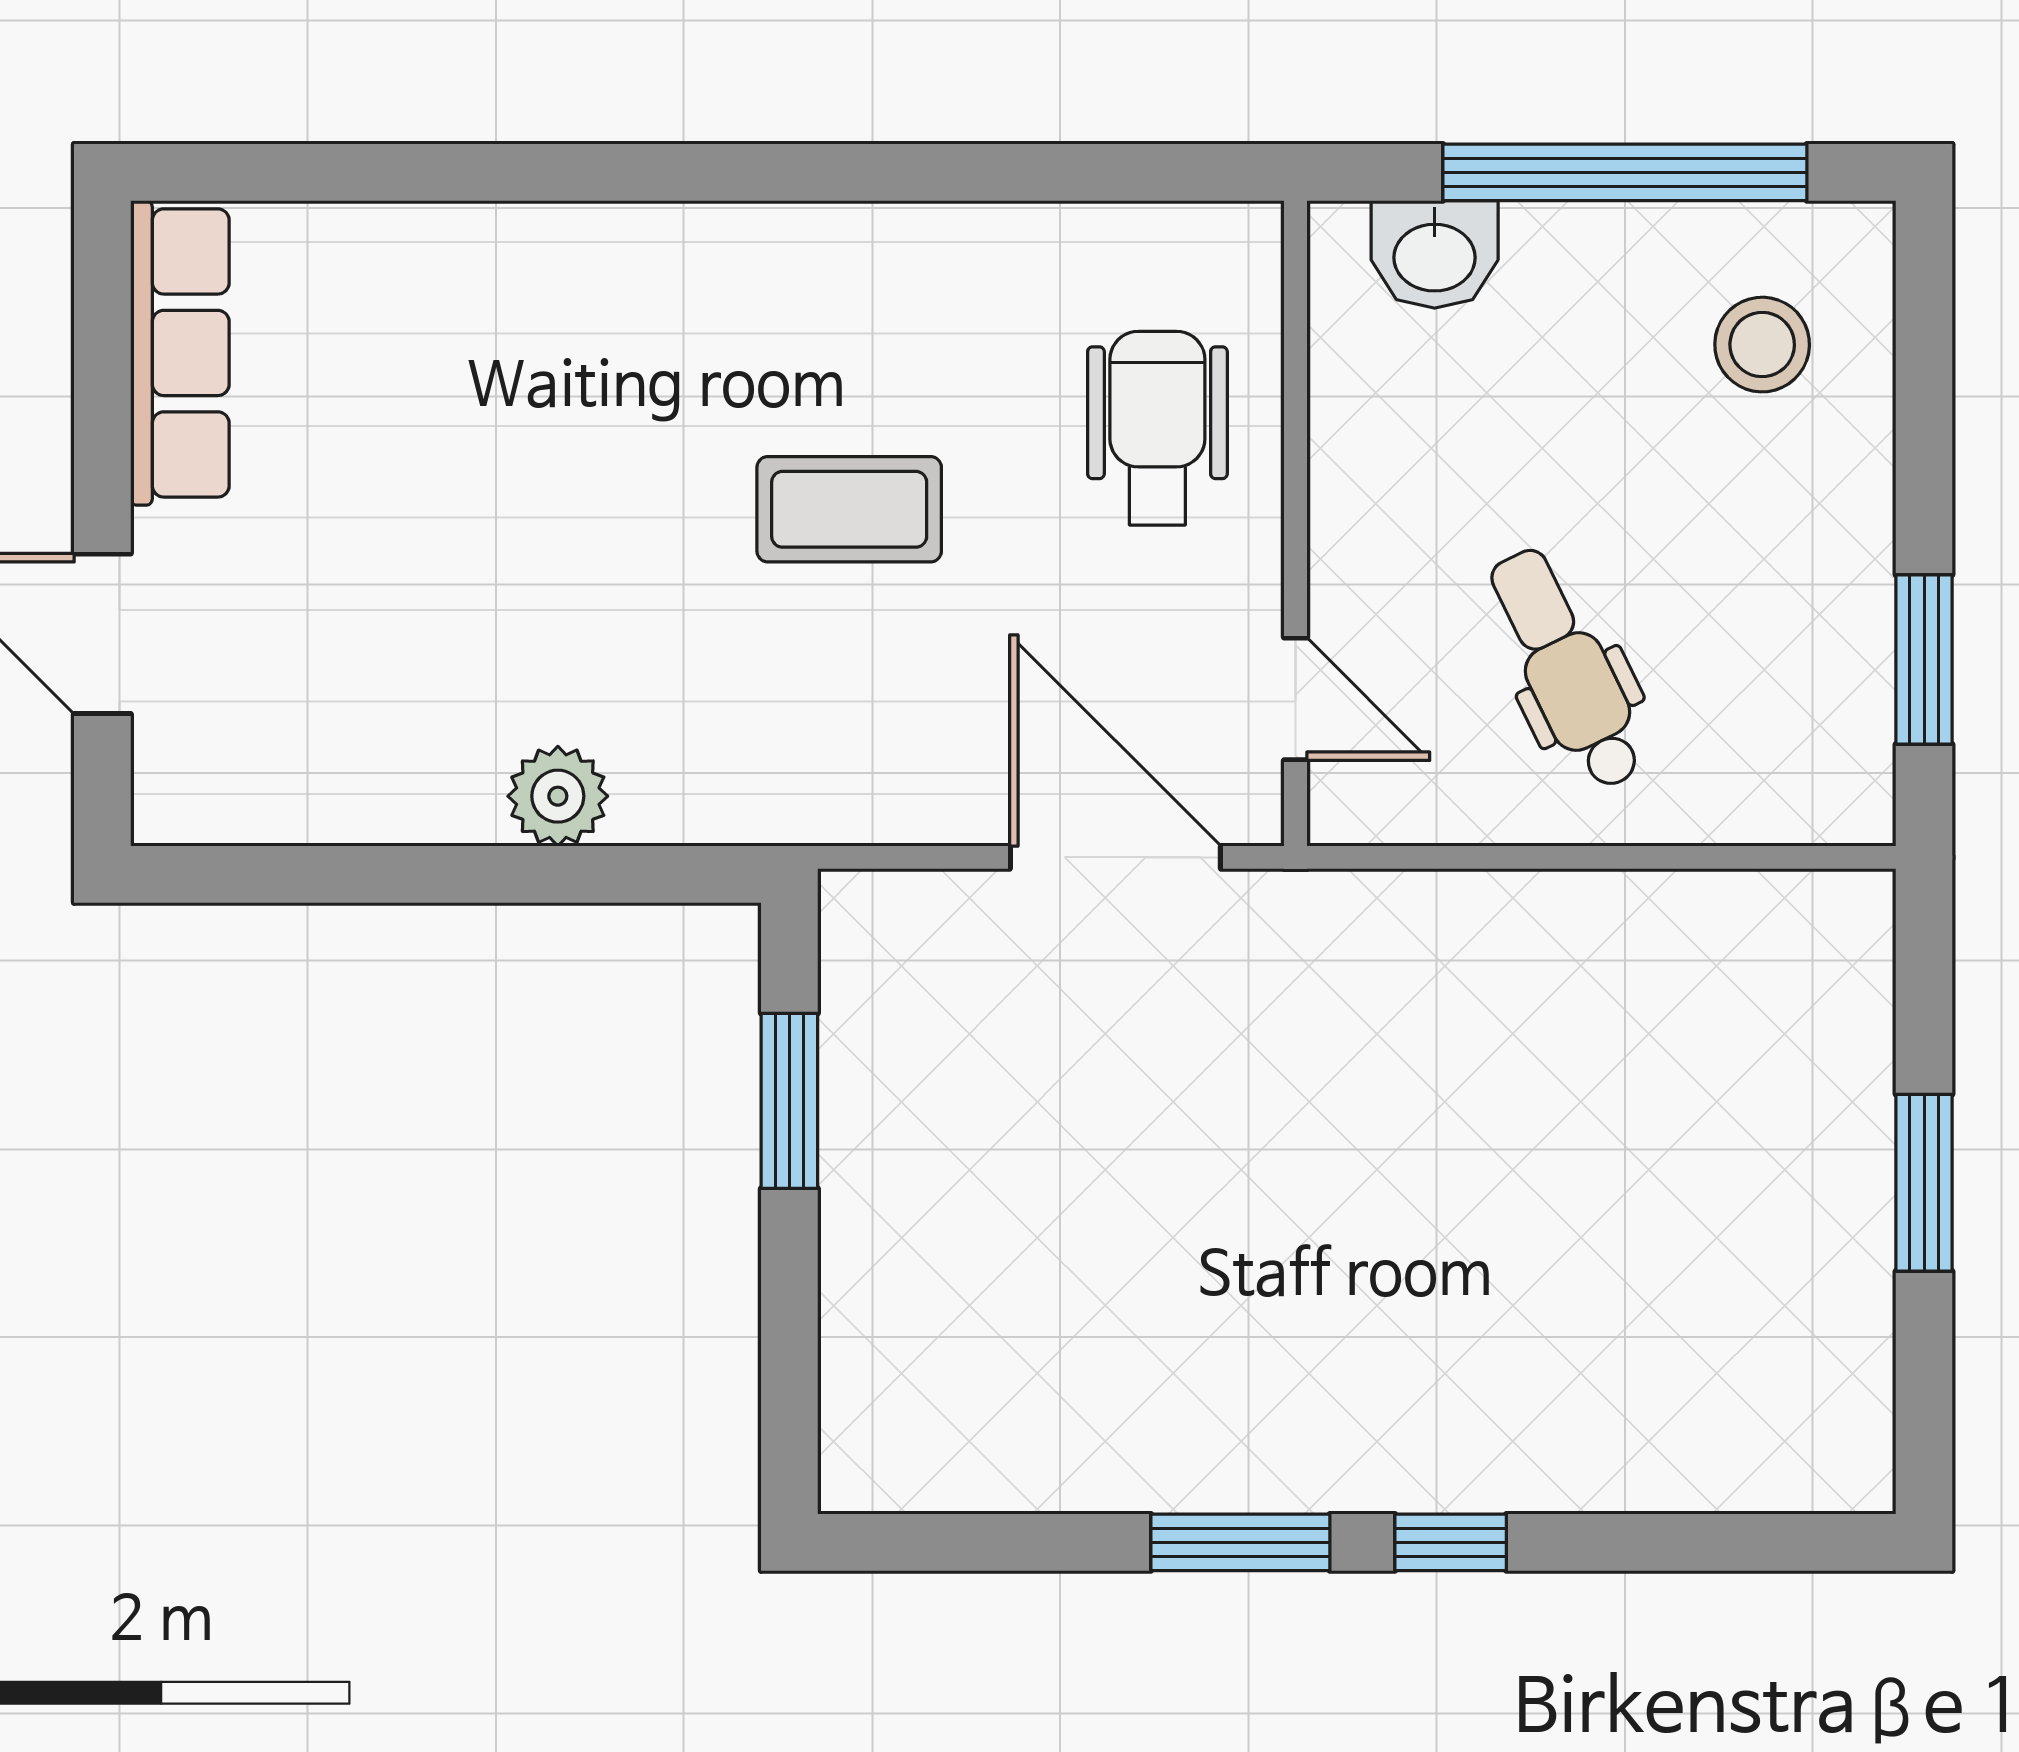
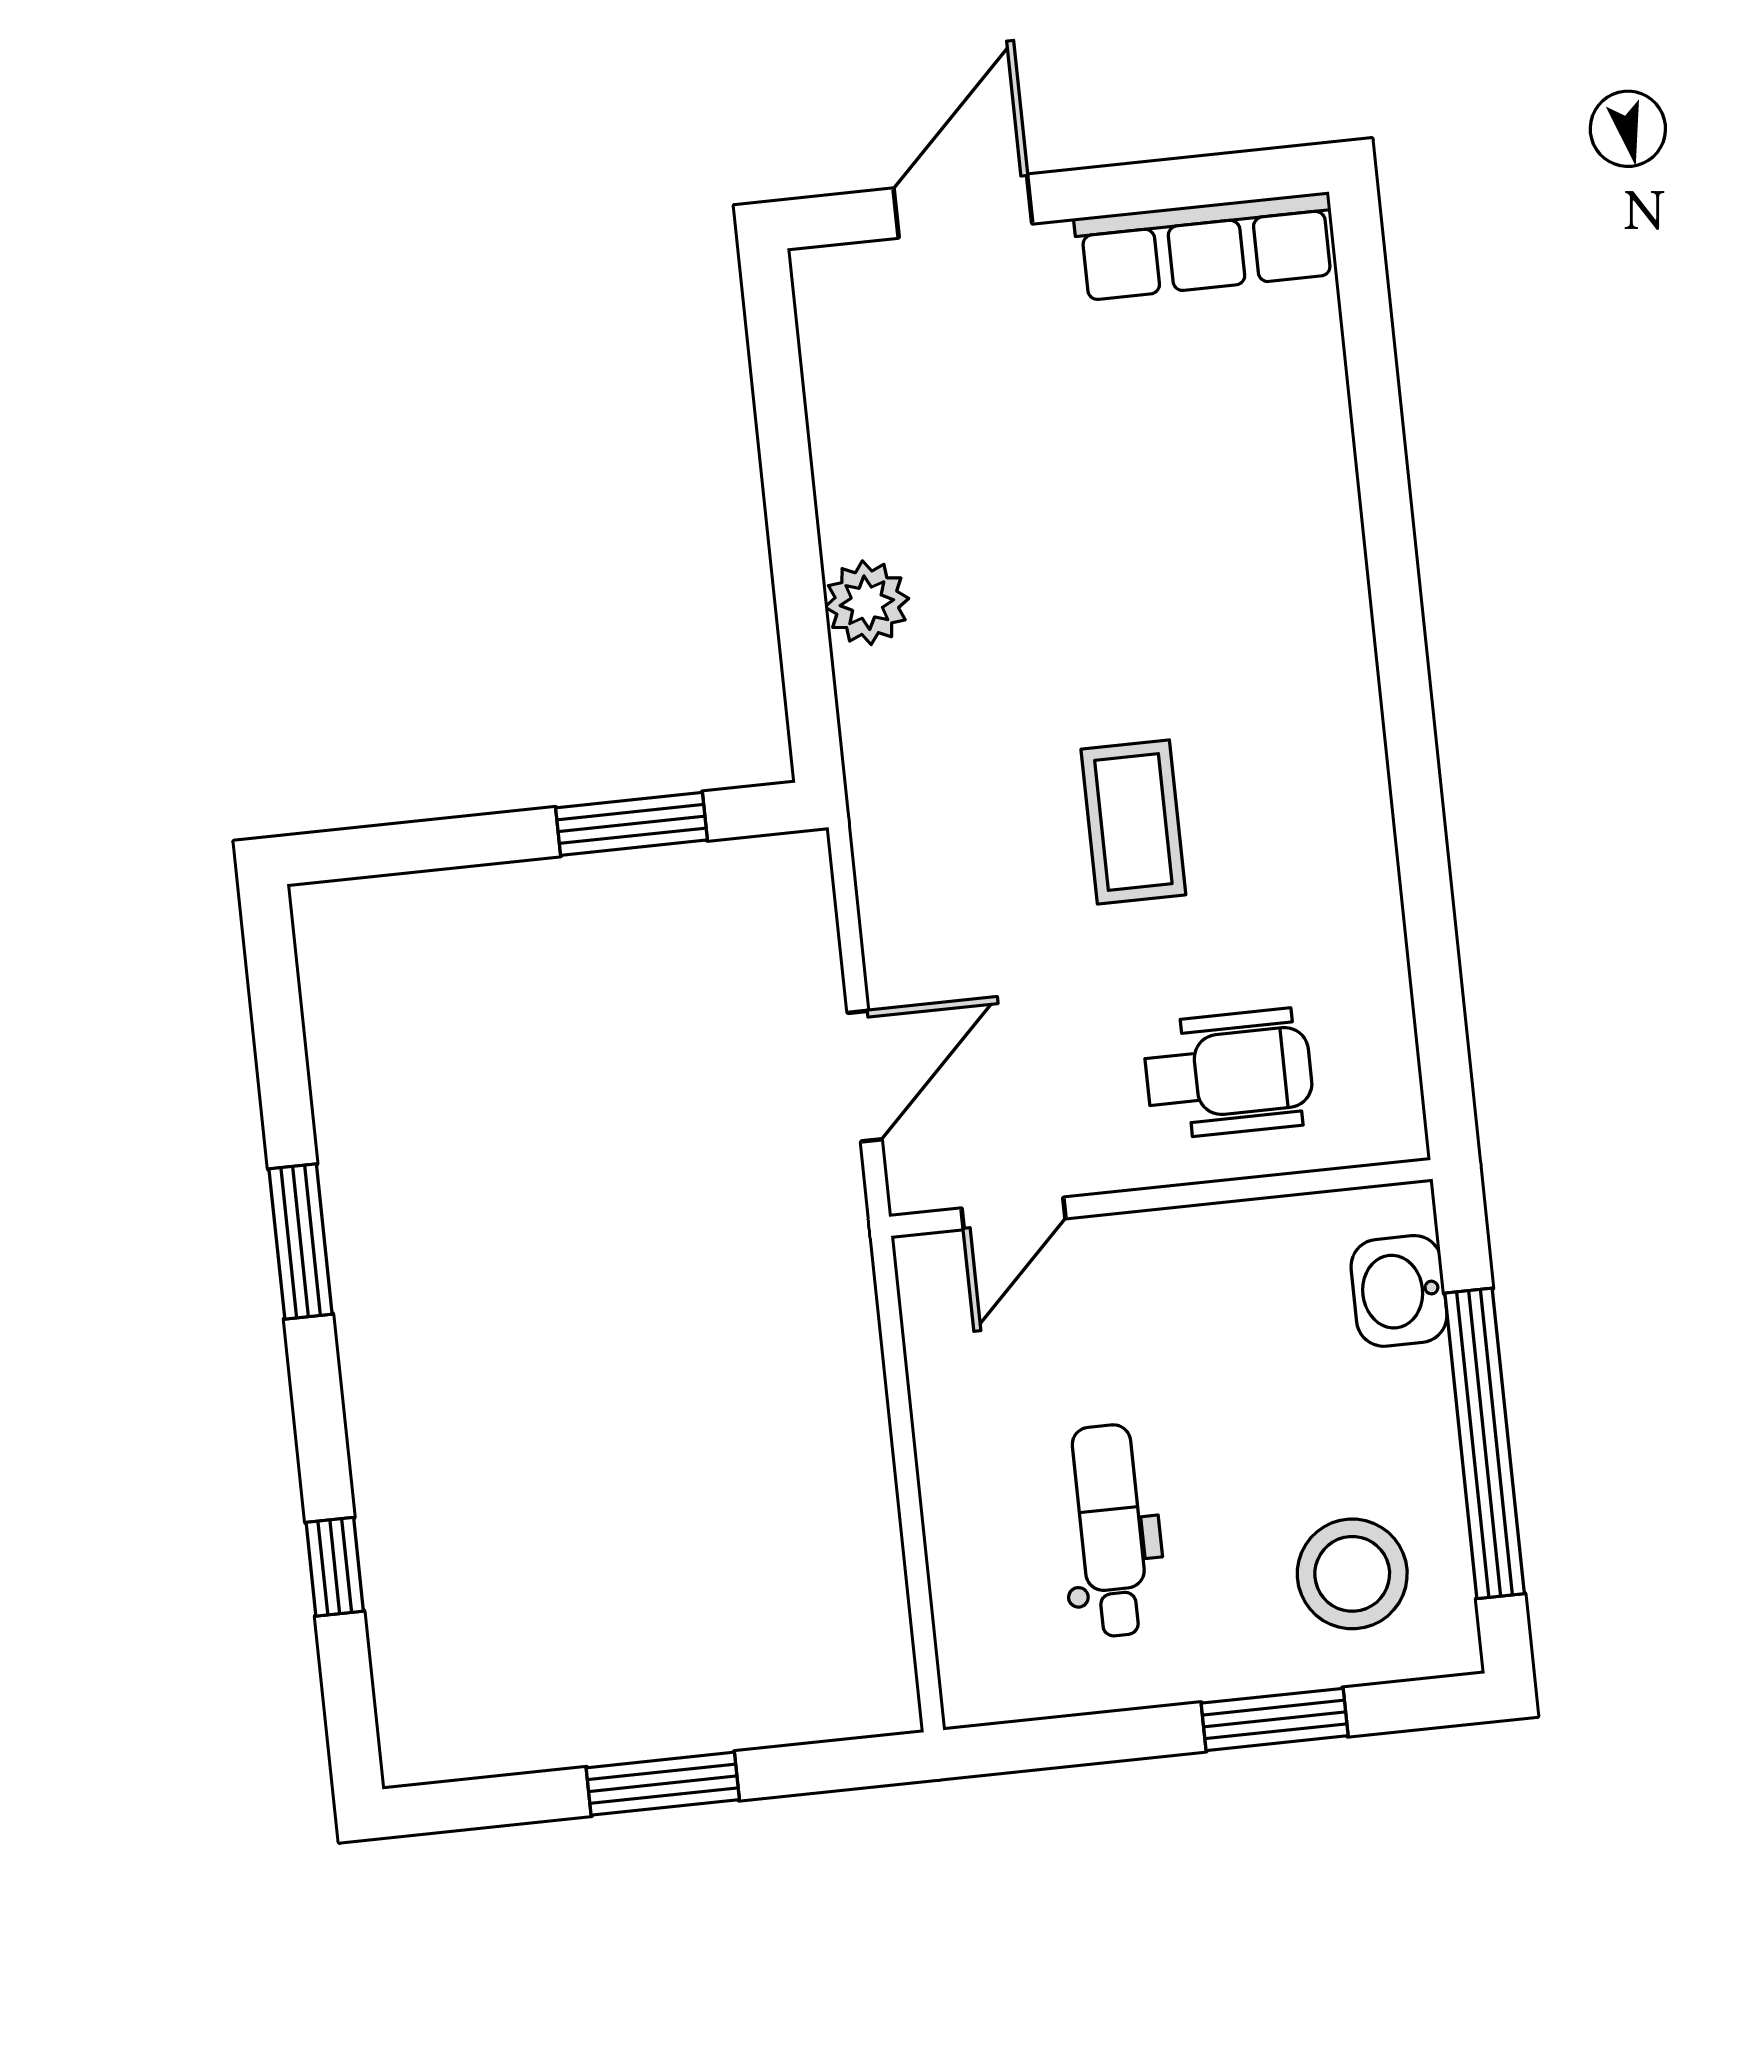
stool: (1762, 345) -> (1352, 1574), width x1.38, depth x1.38
window: (1924, 659) -> (1275, 1719), moved
dental chair: (1567, 669) -> (1111, 1531), moved, turned -64
door: (1115, 857) -> (865, 1076), width x0.73
window: (1451, 1542) -> (335, 1567), moved

